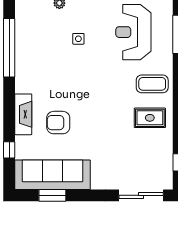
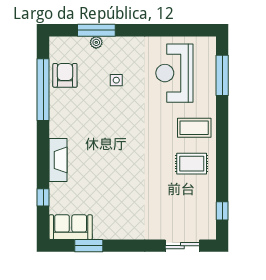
armchair: (58, 123) -> (65, 75), moved, turned 90
sofa: (52, 175) -> (71, 227), width x0.54, depth x0.79
sliding door: (141, 195) -> (182, 246), width x0.73

